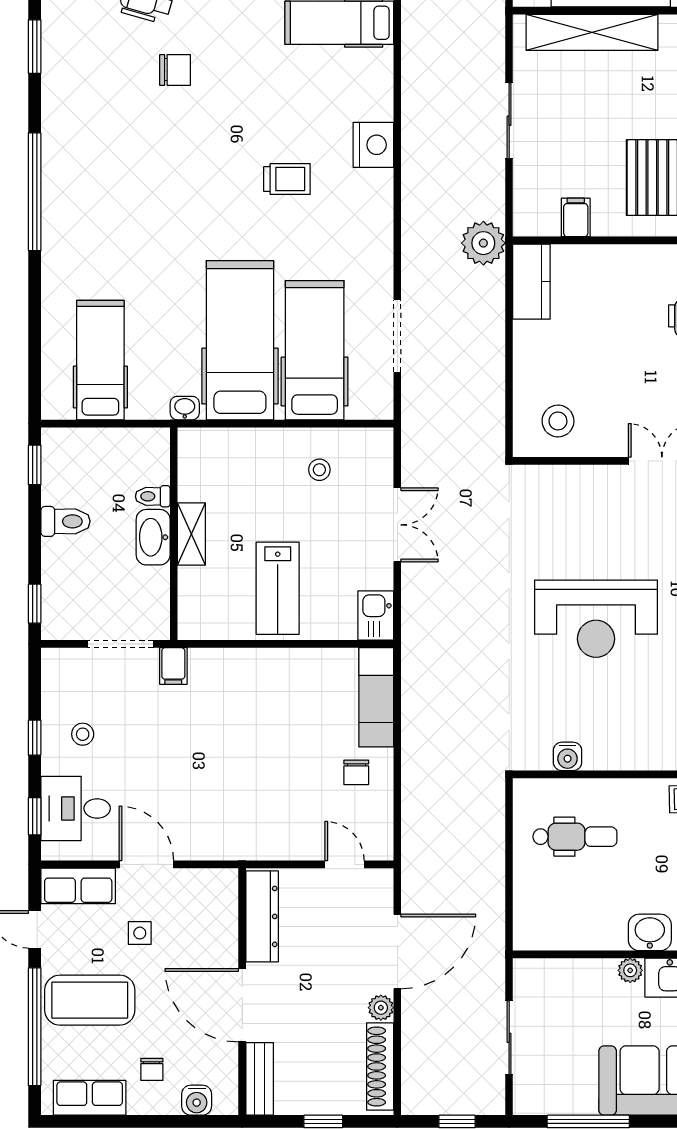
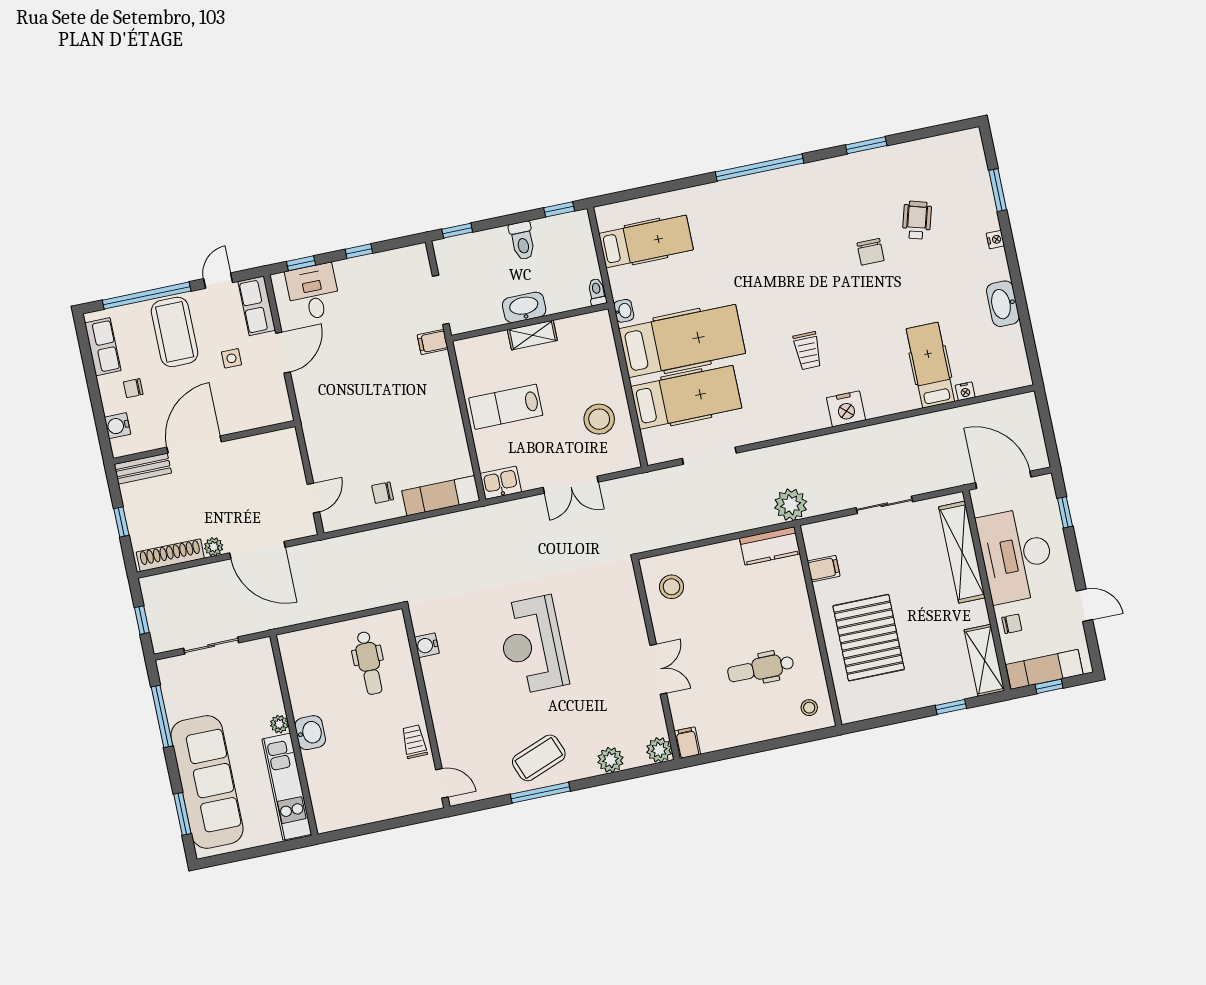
stool: (319, 470) -> (599, 419), width x1.89, depth x1.89
toilet: (153, 496) -> (597, 292), moved
stool: (83, 734) -> (369, 286), removed
dresser: (262, 916) -> (262, 446), removed

